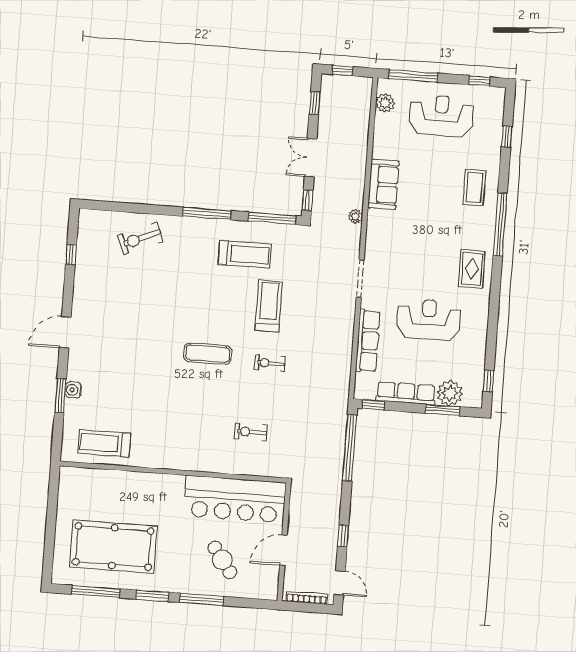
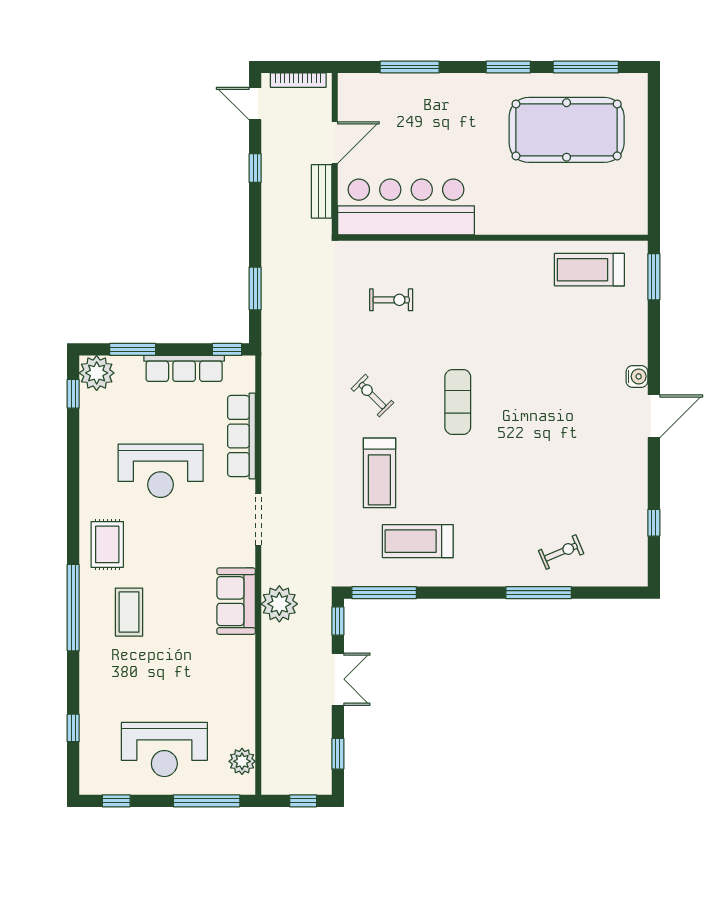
sofa: (383, 184) -> (236, 601), moved
coffee table: (474, 187) -> (129, 612), moved
window: (207, 213) -> (539, 593), moved
plant: (356, 216) -> (279, 604), width x1.87, depth x1.87
exercise bike: (140, 238) -> (561, 552), width x0.73, depth x0.72
exercise mat: (208, 354) -> (458, 402), turned 90
exercise bike: (270, 363) -> (372, 396), turned -135
water cooler: (73, 390) -> (637, 376), moved
plant: (450, 393) -> (97, 373), moved
window: (60, 396) -> (654, 277), moved
treadmill: (104, 443) -> (589, 270), turned 180
window: (350, 448) -> (255, 288), width x0.47
bench: (296, 515) -> (322, 191), added
cafe table: (222, 560) -> (417, 123), removed
window: (202, 599) -> (410, 67), moved

